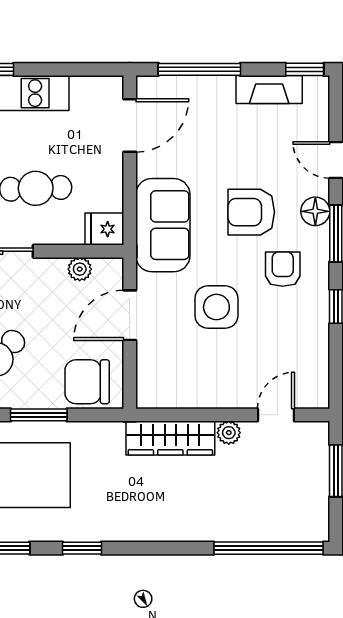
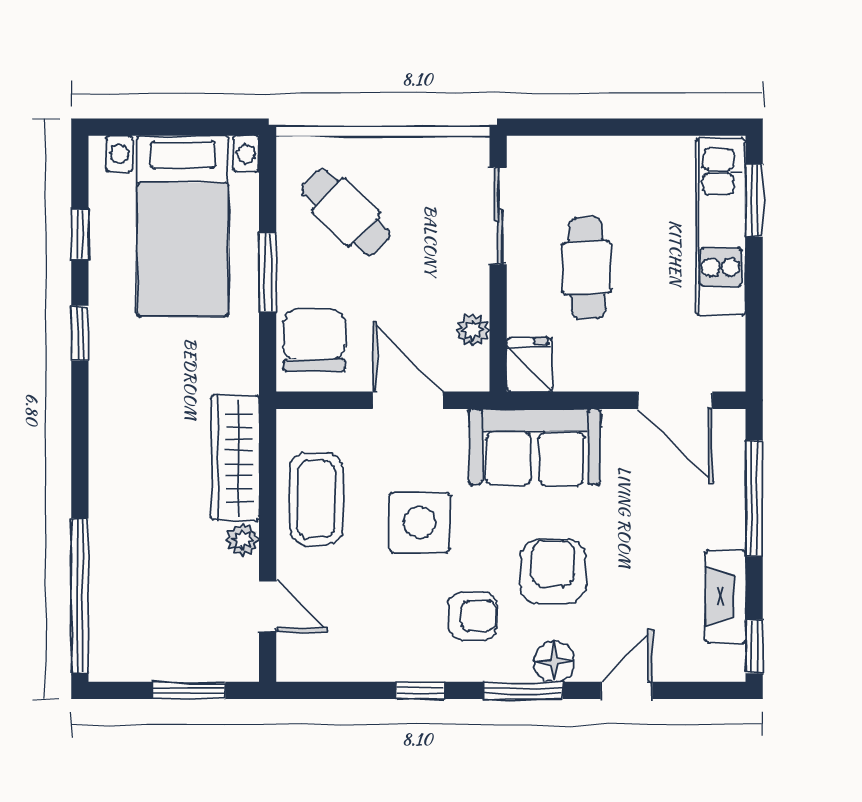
coffee table: (200, 381) -> (316, 499), added

